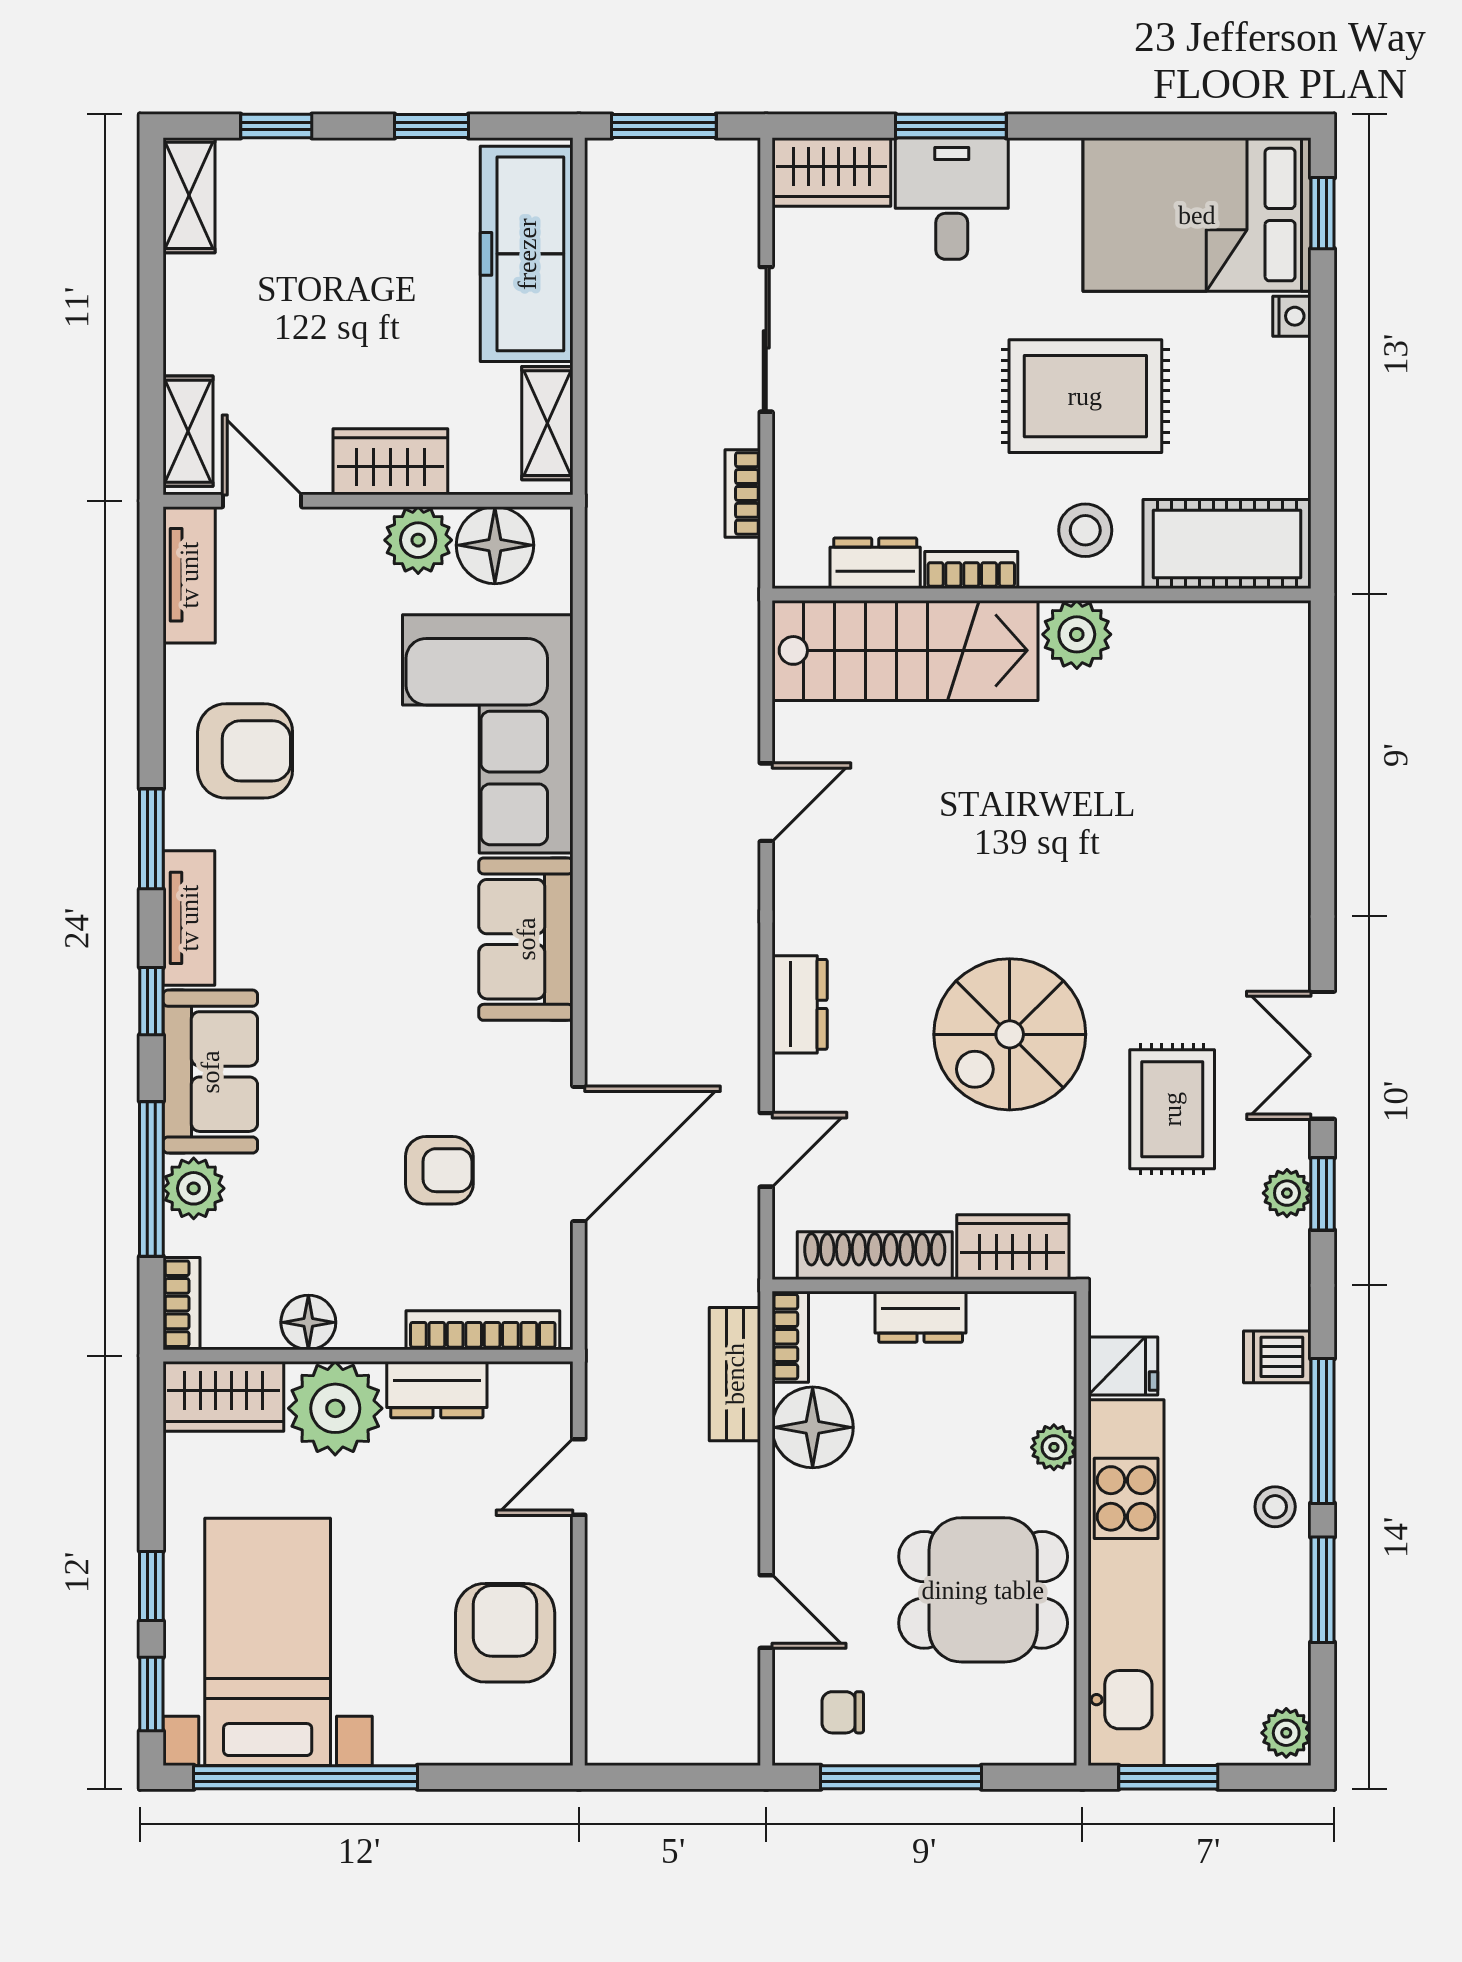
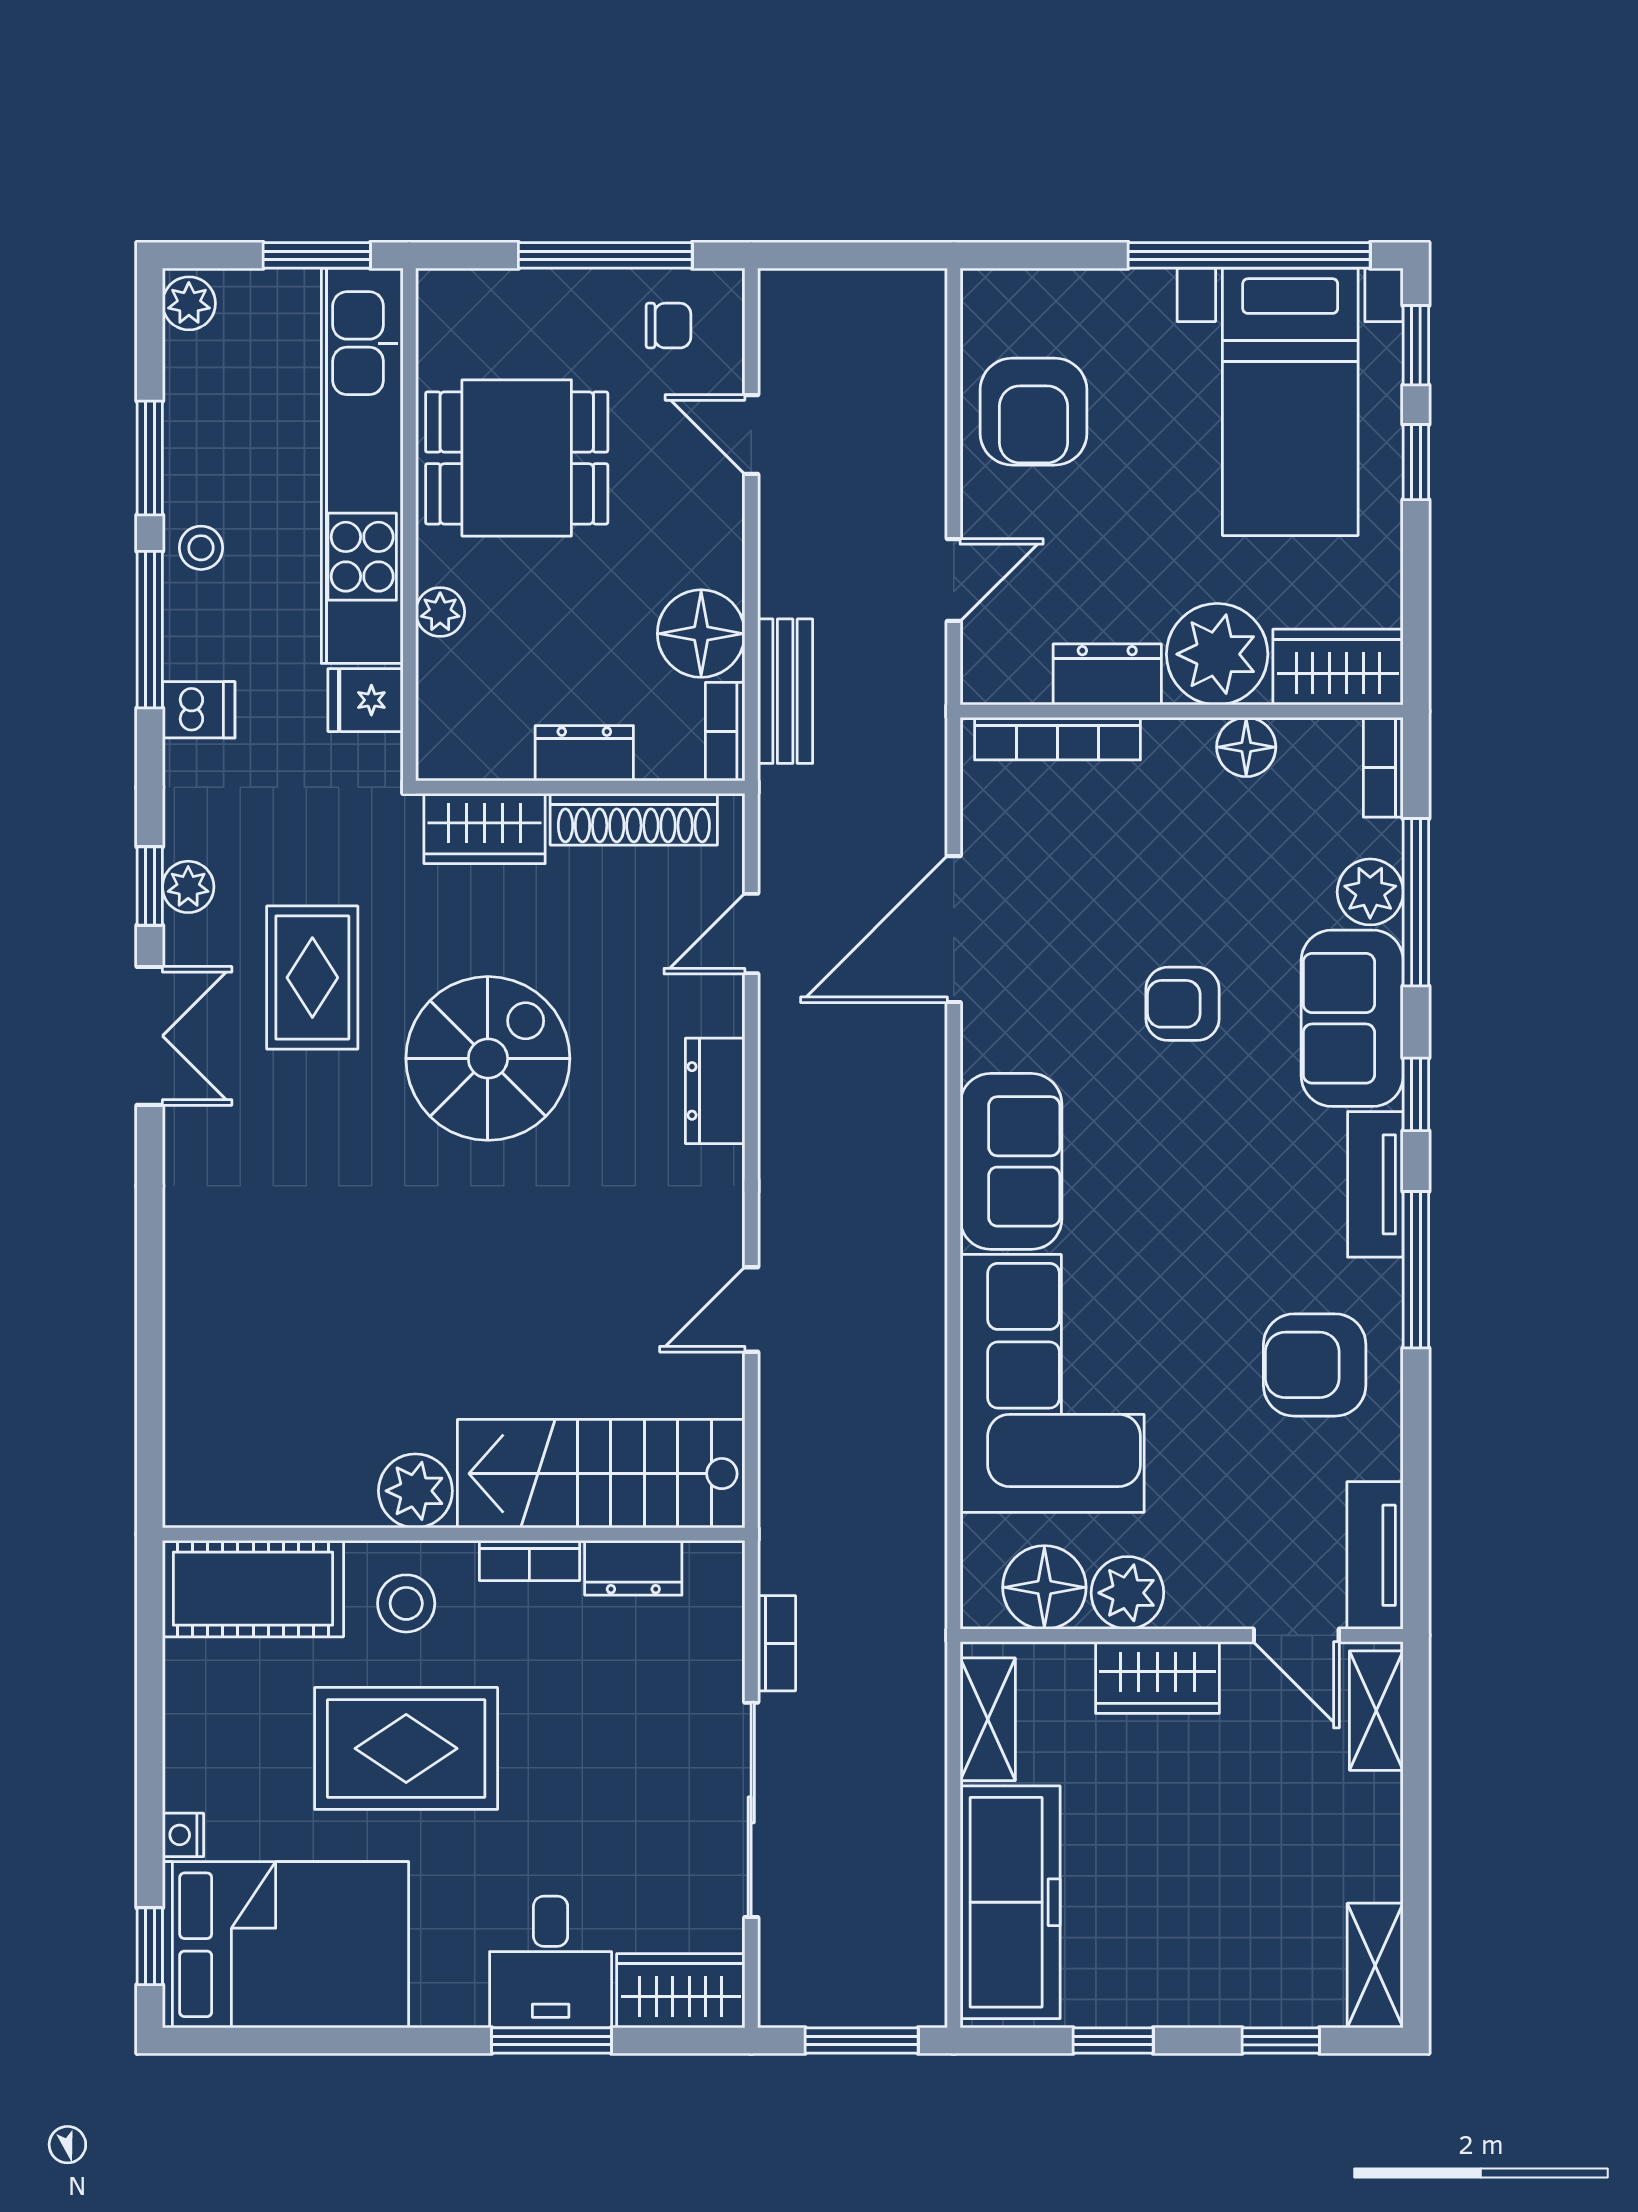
sliding door: (766, 339) -> (751, 1810), width x1.37
window: (151, 839) -> (1416, 1270), width x1.44
armchair: (439, 1170) -> (1183, 1004), moved

